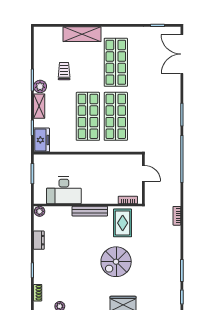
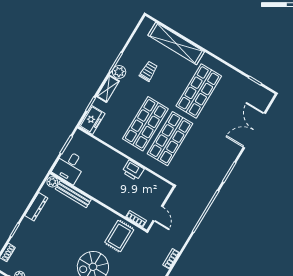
shelving: (82, 34) -> (176, 44), width x1.47
double door: (182, 54) -> (254, 130), moved
printer: (101, 161) -> (133, 170), added
door: (143, 173) -> (158, 214), moved
desk: (64, 190) -> (69, 167), moved, width x0.73
bench: (90, 211) -> (73, 194), moved
dresser: (39, 240) -> (36, 207), width x1.44

